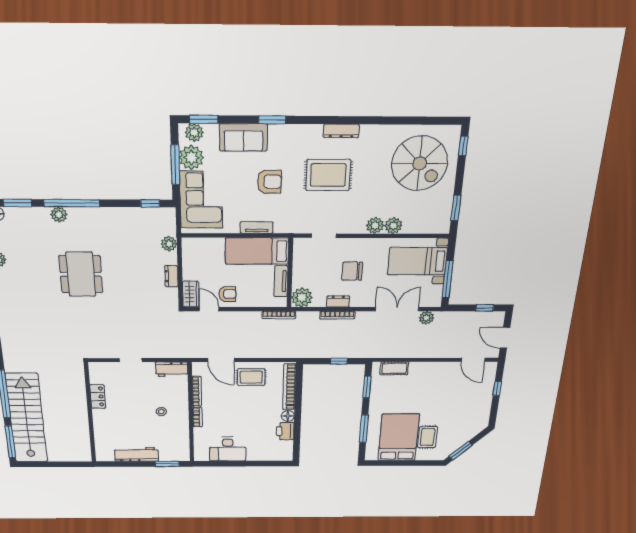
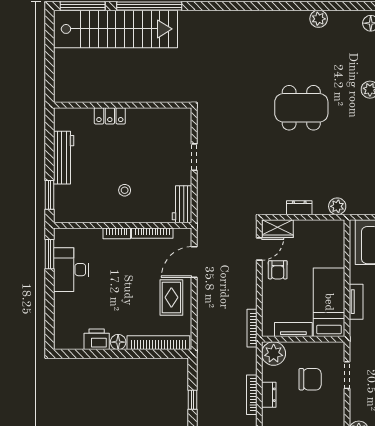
chair: (352, 271) -> (310, 379), moved, turned 90
locker: (98, 396) -> (110, 116), moved
window: (215, 464) -> (50, 254), added

